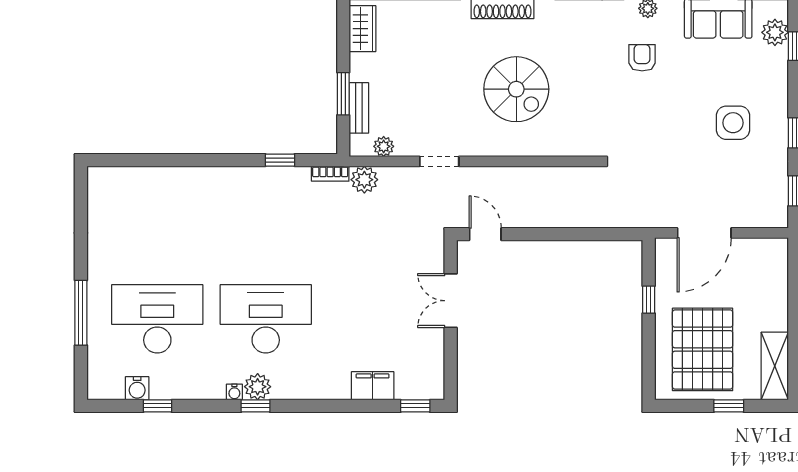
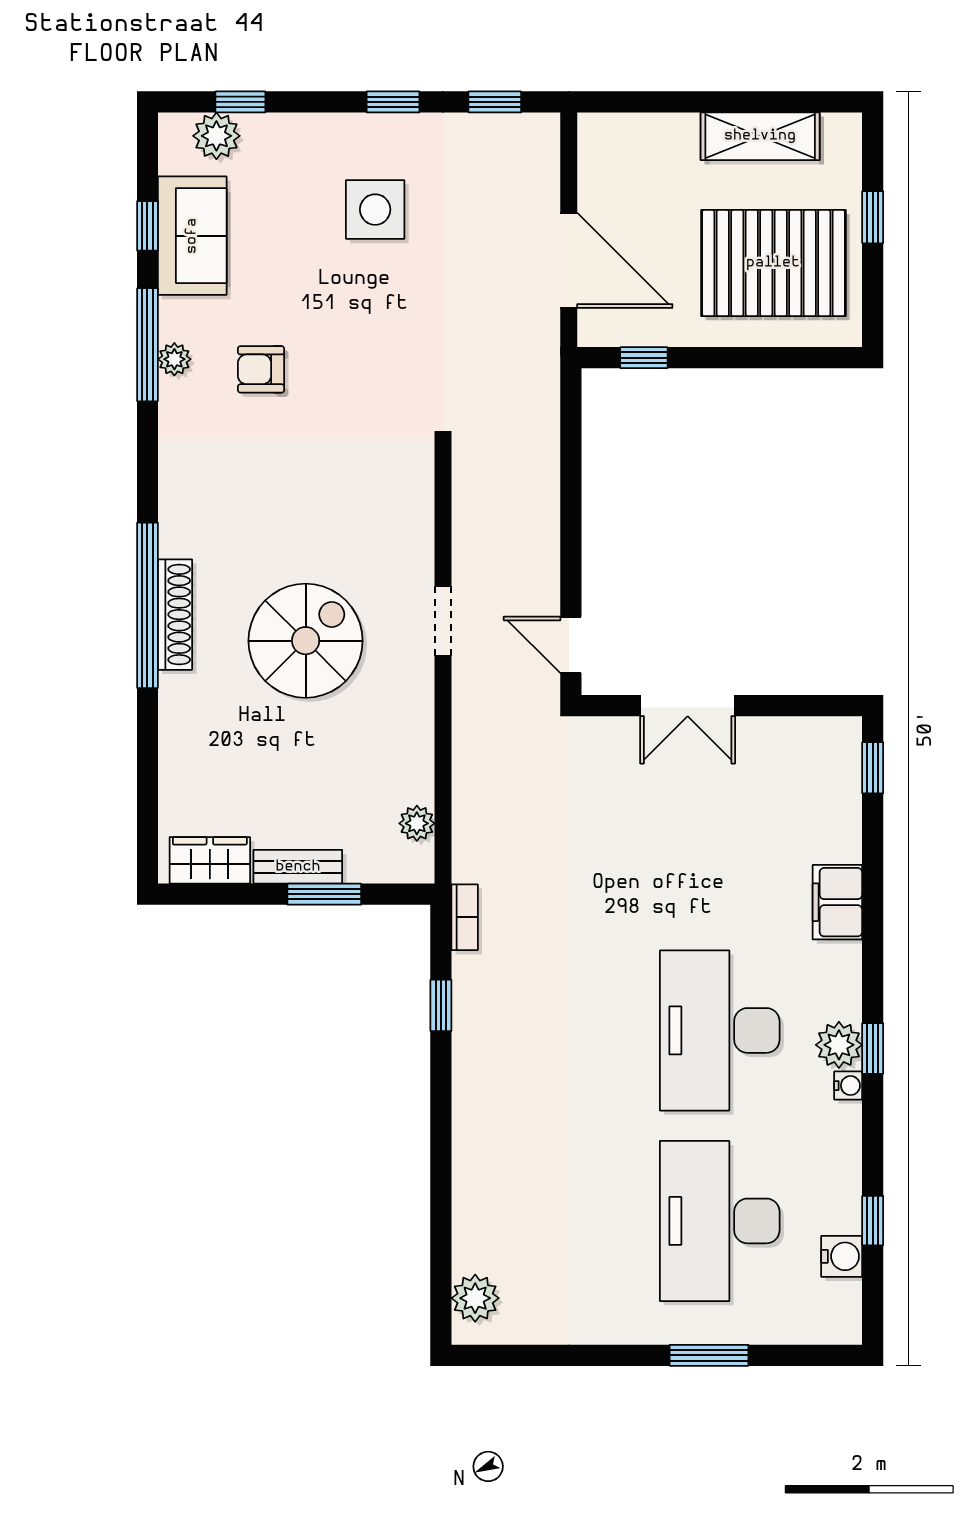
spiral stairs: (516, 89) -> (306, 641), moved
bench: (359, 108) -> (298, 867), moved
doorway: (439, 161) -> (443, 621), moved
plant: (364, 180) -> (475, 1298), moved
door: (485, 234) -> (571, 645), hinge flipped
window: (649, 300) -> (644, 358), moved
window: (81, 313) -> (709, 1355), width x0.69
shelving: (775, 366) -> (760, 136), moved
filing cabinet: (373, 386) -> (837, 902), moved

